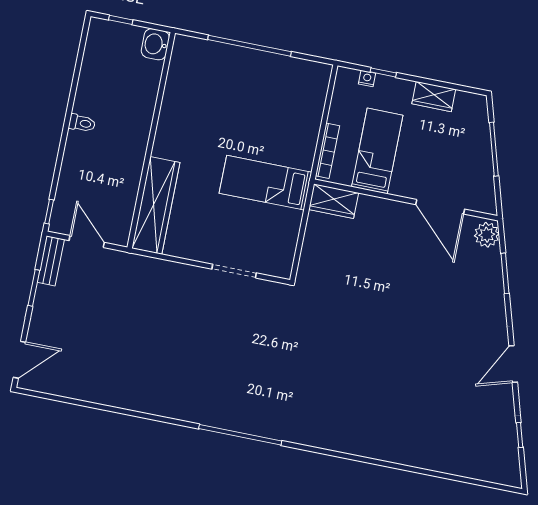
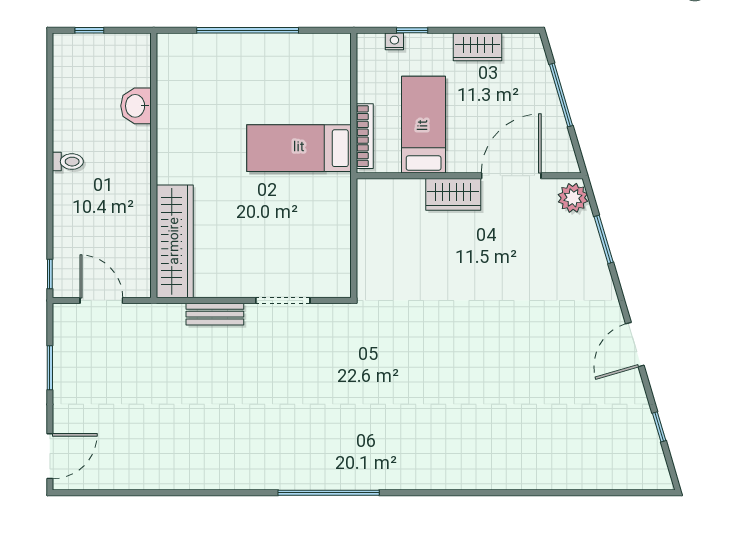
washbasin: (155, 44) -> (136, 106), moved
bed: (266, 183) -> (299, 148), moved
wardrobe: (334, 201) -> (453, 194), moved
door: (440, 207) -> (511, 176), swing flipped
bench: (51, 261) -> (215, 314), moved, turned 90

